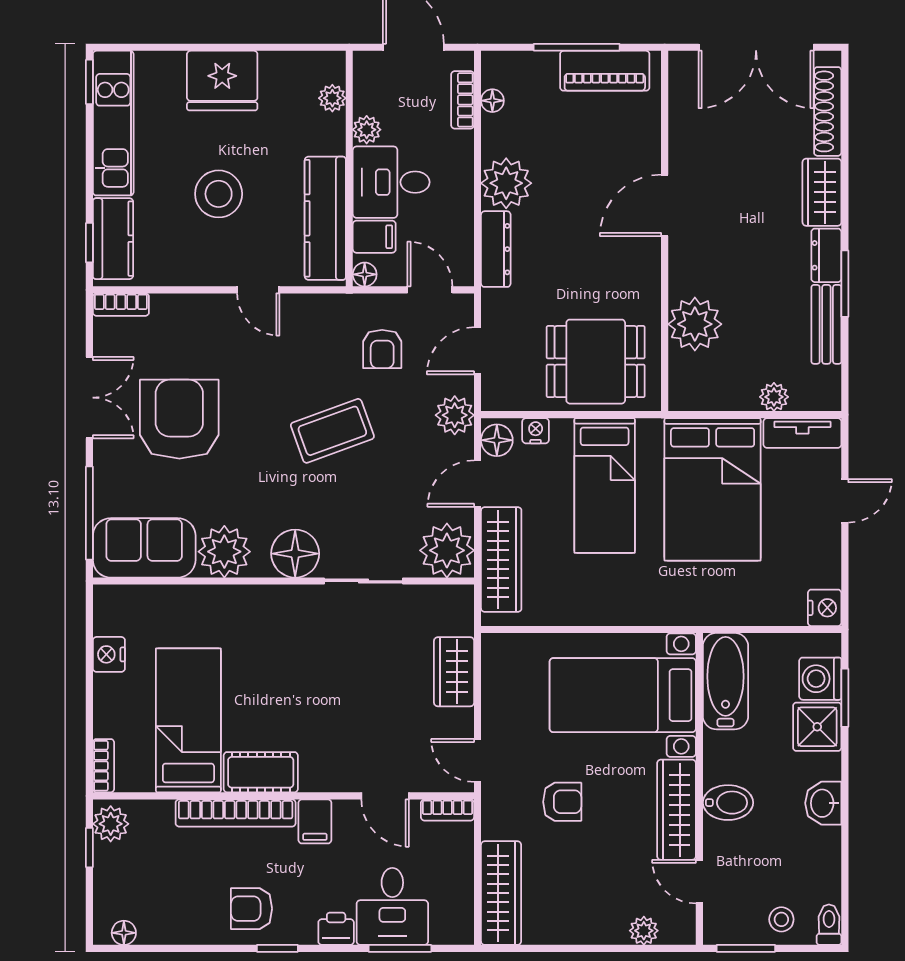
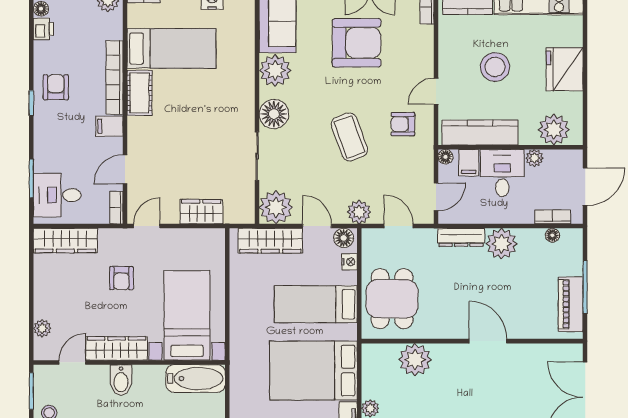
plant: (332, 98) -> (554, 130), width x1.88, depth x1.88
armchair: (382, 349) -> (403, 124), moved
desk: (392, 906) -> (57, 195), moved
printer: (336, 929) -> (43, 29), moved

